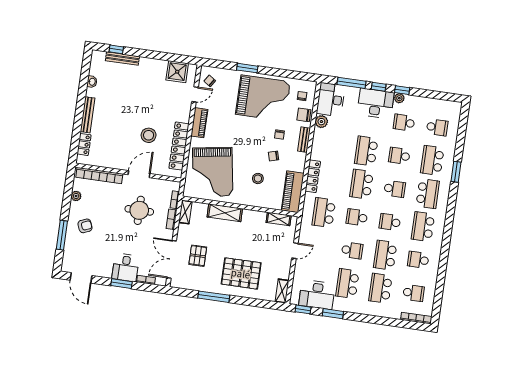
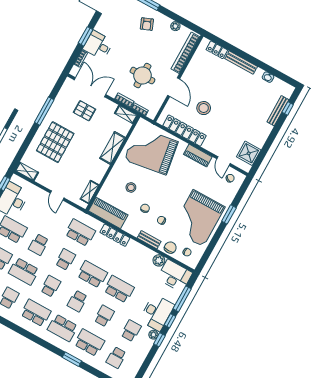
school desk: (385, 255) -> (24, 271), turned 180

